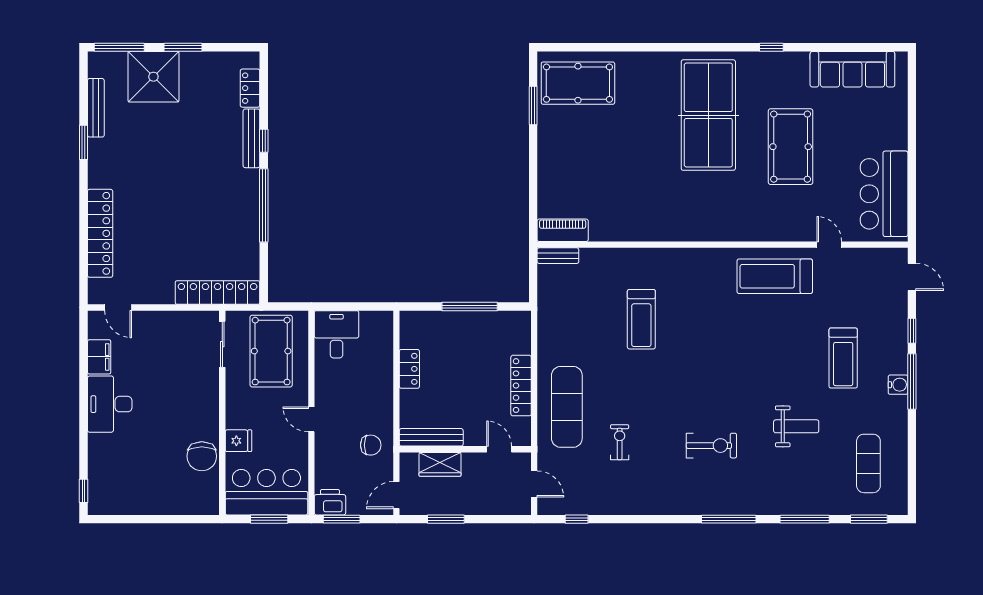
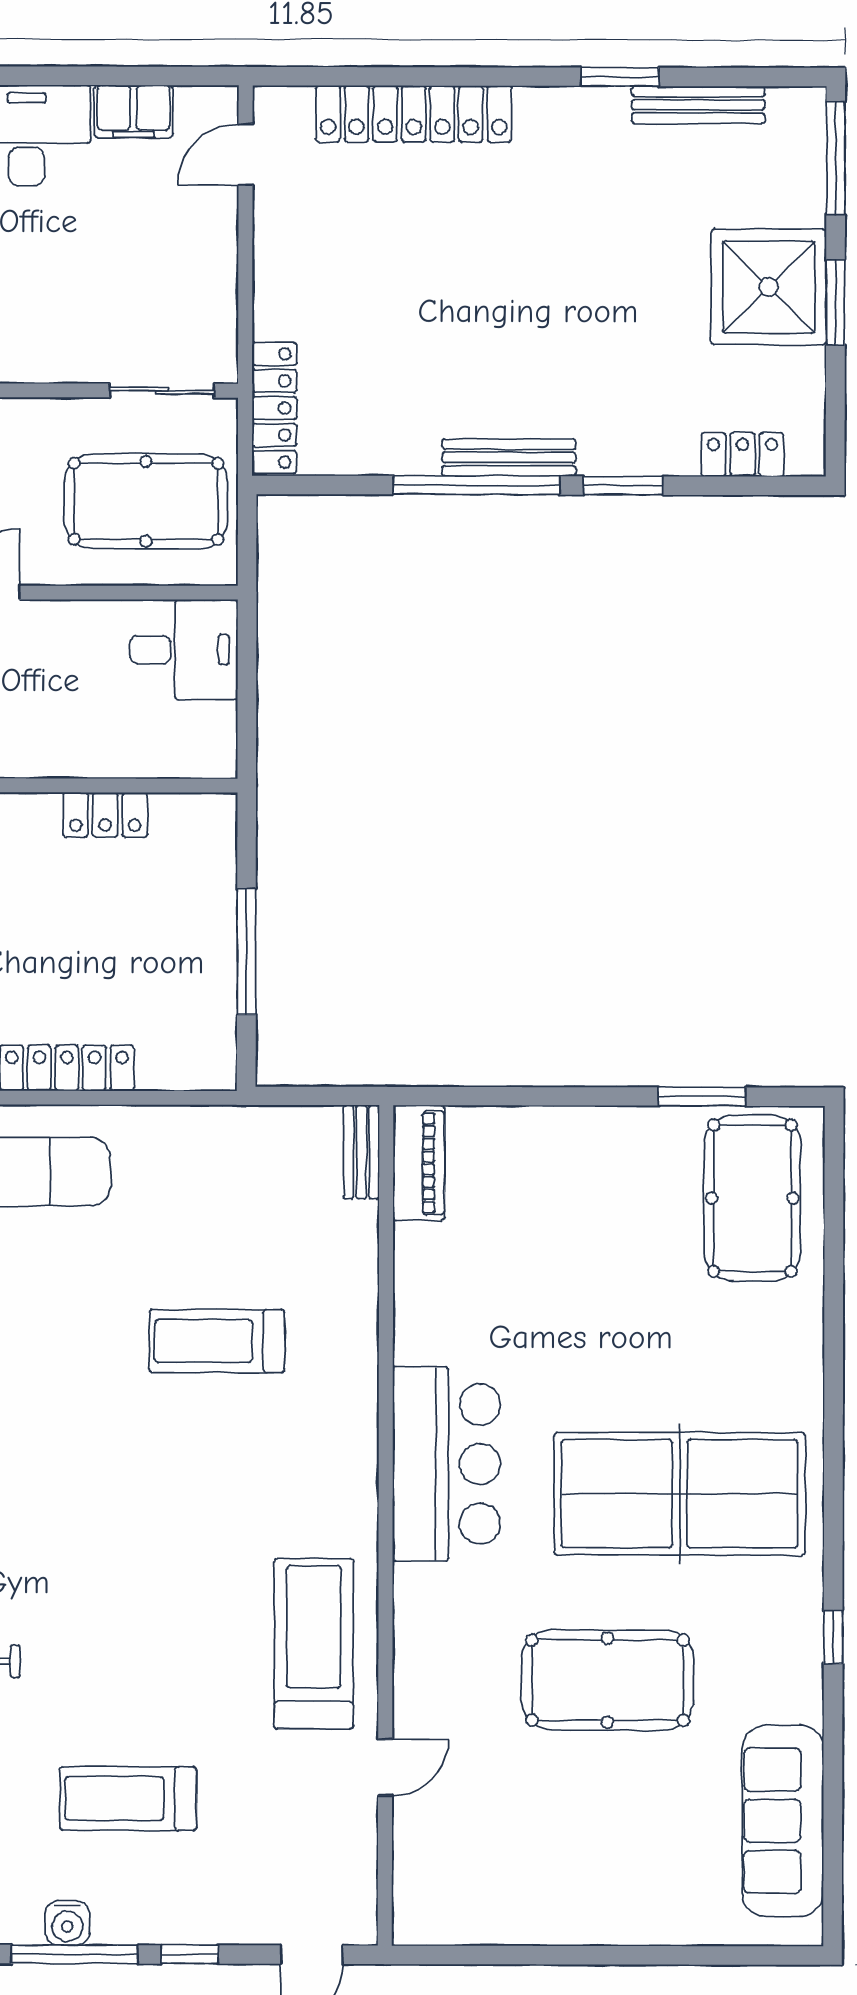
shower: (153, 77) -> (769, 287), moved
bench: (251, 138) -> (509, 457), moved
window: (264, 141) -> (623, 486), width x1.50
bar counter: (884, 194) -> (446, 1464), moved, turned 90
locker: (218, 292) -> (274, 408), width x0.71, depth x0.83

